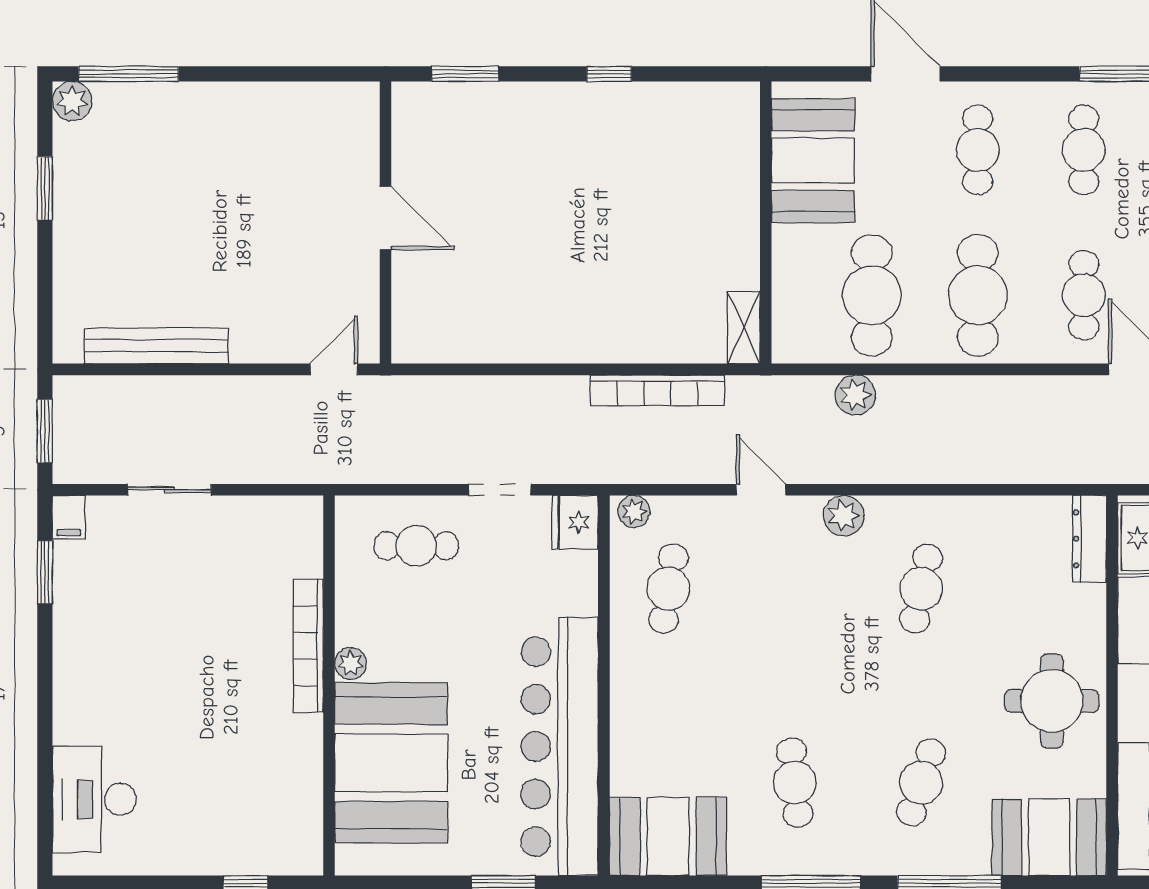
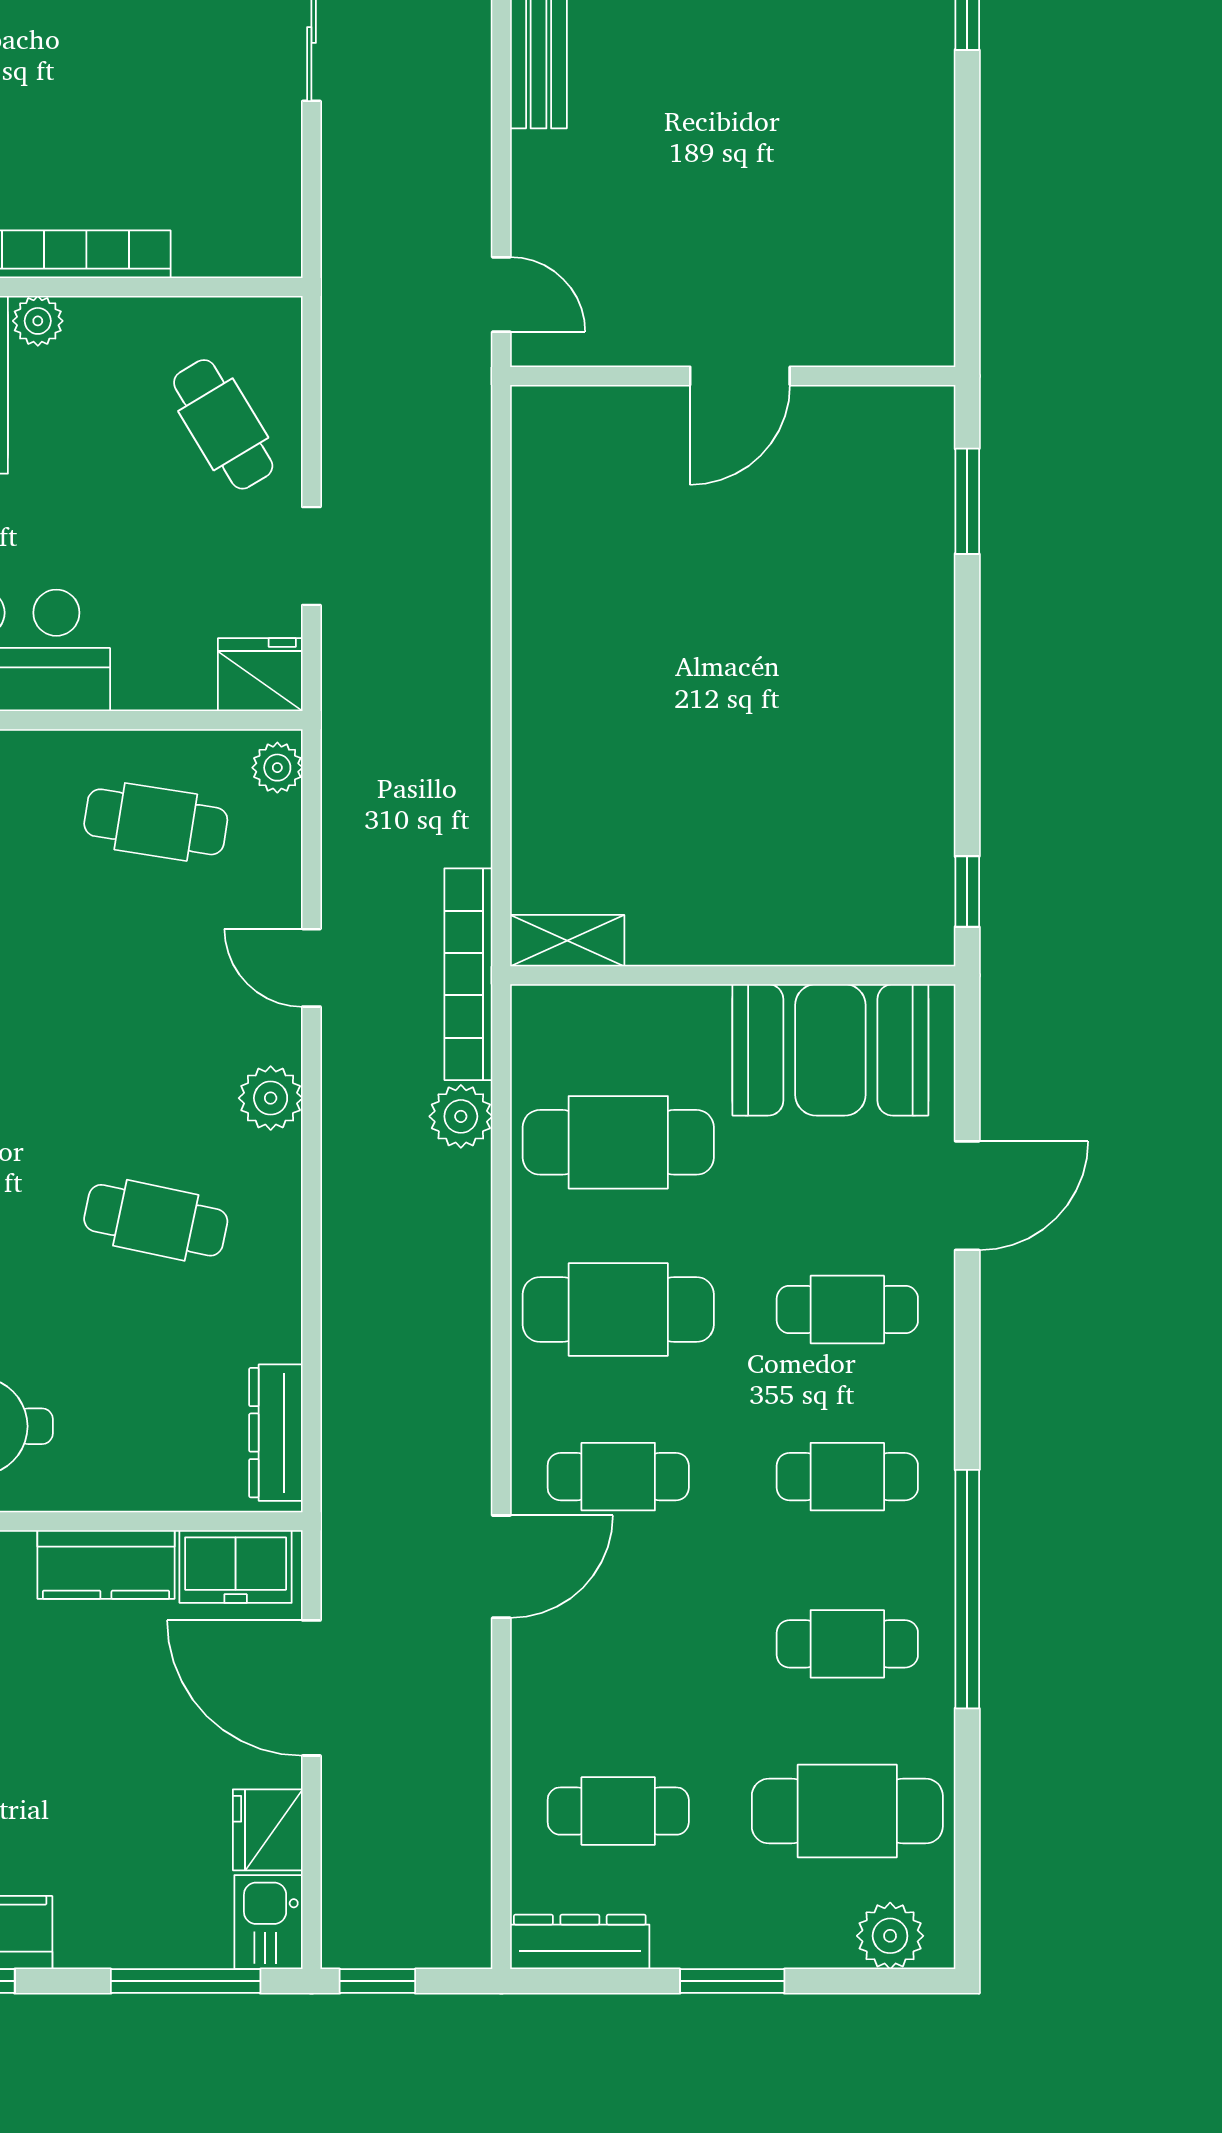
window: (609, 74) -> (967, 892), moved
bookcase: (657, 390) -> (468, 974), moved
door: (761, 490) -> (311, 968), swing flipped
dresser: (1089, 539) -> (276, 1433), moved, turned -90
cafe table: (416, 546) -> (223, 424), turned -31

